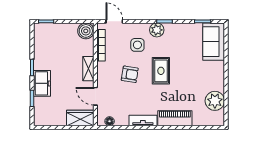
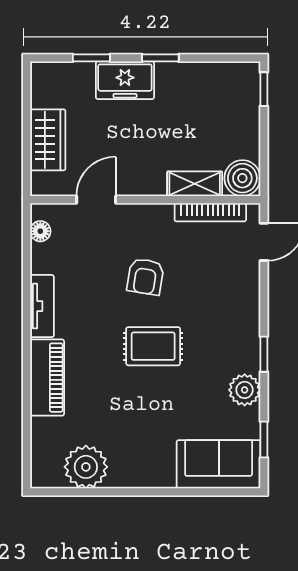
plant: (157, 30) -> (245, 390), moved
side table: (137, 45) -> (211, 294), removed
shelving: (88, 69) -> (195, 184), moved
wardrobe: (80, 118) -> (48, 140), moved

